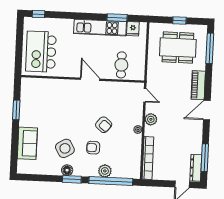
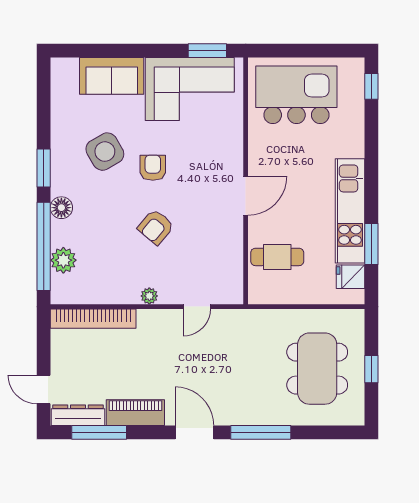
window: (210, 48) -> (261, 432), moved
piano: (198, 85) -> (135, 413), moved
door: (145, 95) -> (197, 307), moved
corner sofa: (36, 105) -> (190, 89), added
window: (16, 110) -> (207, 51), moved
plant: (151, 119) -> (171, 321), removed
armchair: (93, 148) -> (153, 168), moved
floor lamp: (67, 170) -> (61, 208), moved
plant: (105, 171) -> (63, 260), moved

